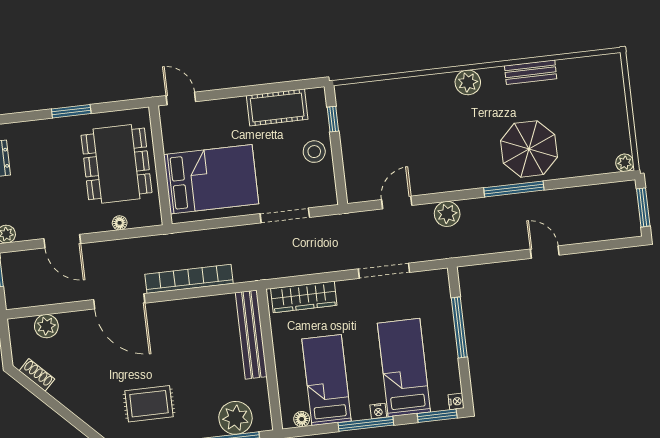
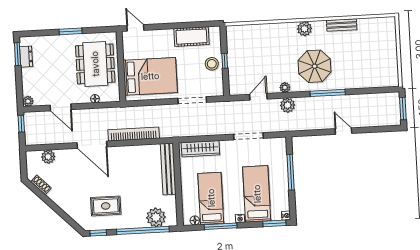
window: (333, 119) -> (225, 61), moved
parasol: (529, 149) -> (315, 66), moved
plant: (625, 163) -> (285, 87), moved
window: (366, 424) -> (221, 226), moved

